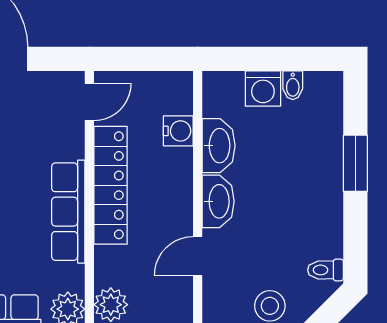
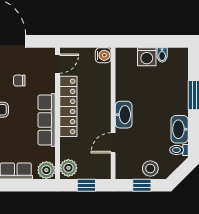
water cooler: (178, 131) -> (103, 55), moved
chair: (15, 135) -> (19, 81), added
washbasin: (219, 146) -> (180, 129), moved, turned 180

